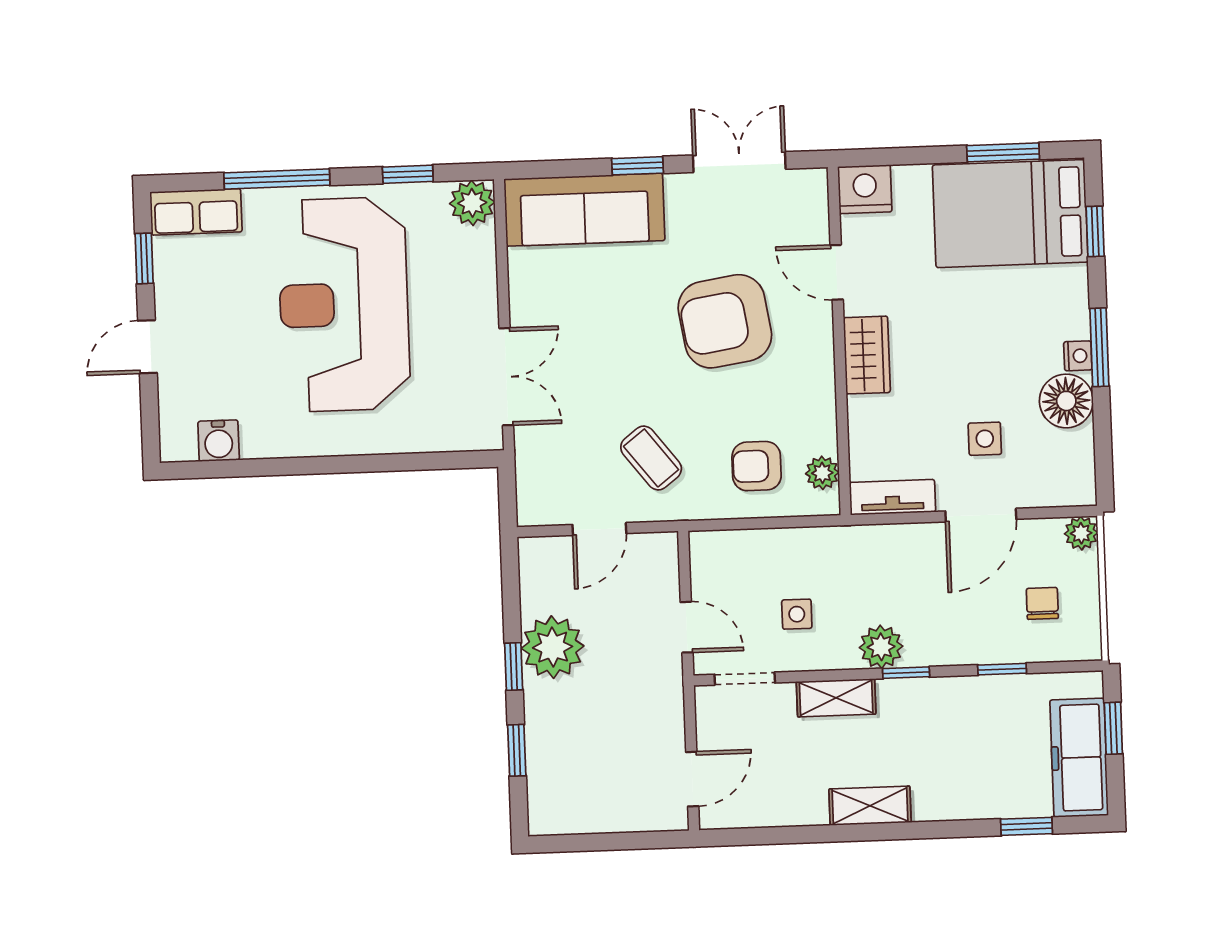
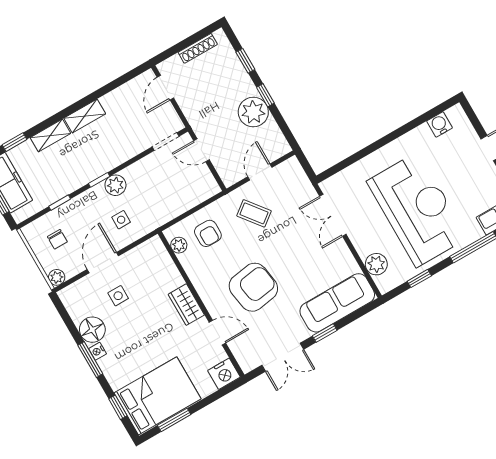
plant: (472, 203) -> (376, 264), moved
armchair: (757, 466) -> (208, 233), turned 90
tv unit: (892, 497) -> (144, 251), removed
side table: (797, 614) -> (121, 220), moved
shelving: (836, 698) -> (50, 135), moved
shoe rack: (593, 820) -> (198, 48), added

